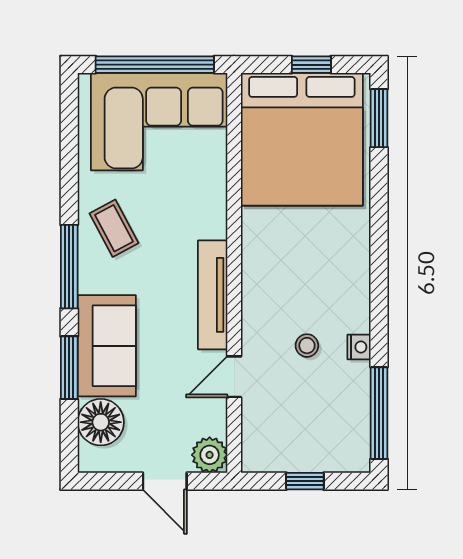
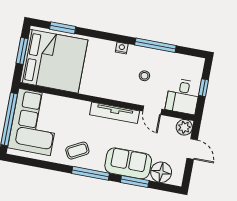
window: (311, 65) -> (22, 51), width x1.50
window: (379, 118) -> (63, 28), moved
nightstand: (359, 347) -> (122, 48), moved
window: (379, 413) -> (155, 45), moved
desk: (277, 439) -> (183, 96), added
door: (165, 481) -> (192, 149), hinge flipped

